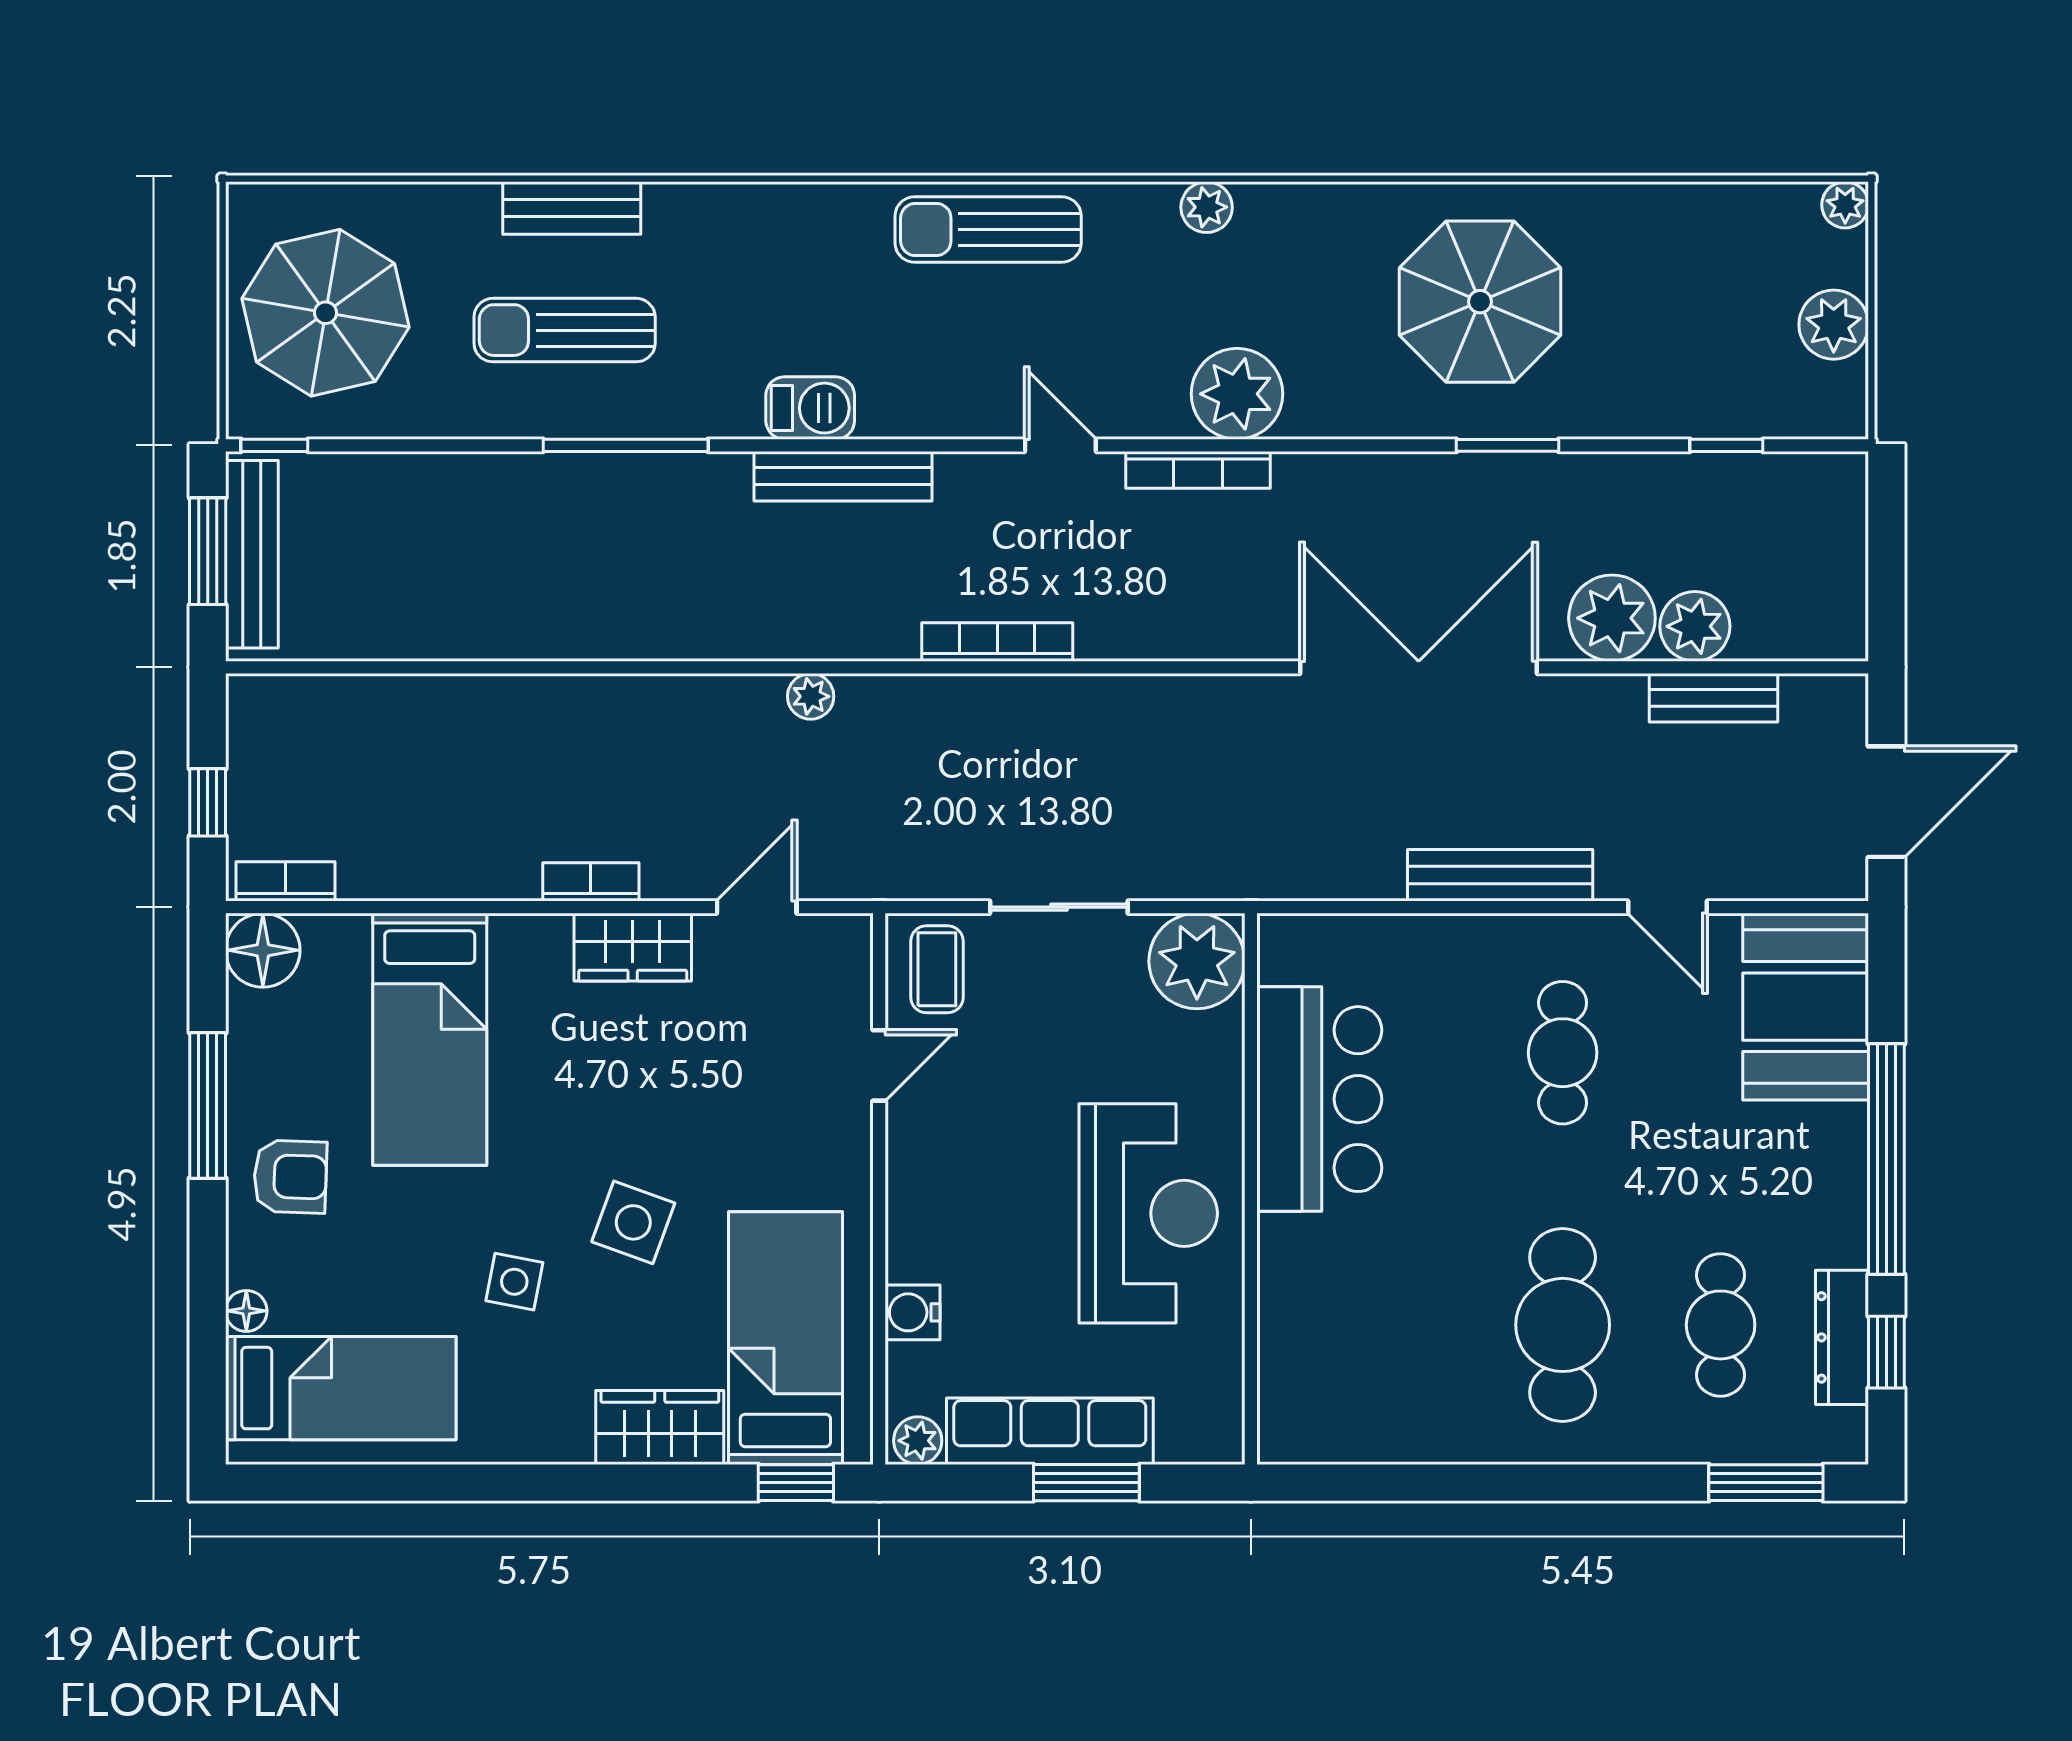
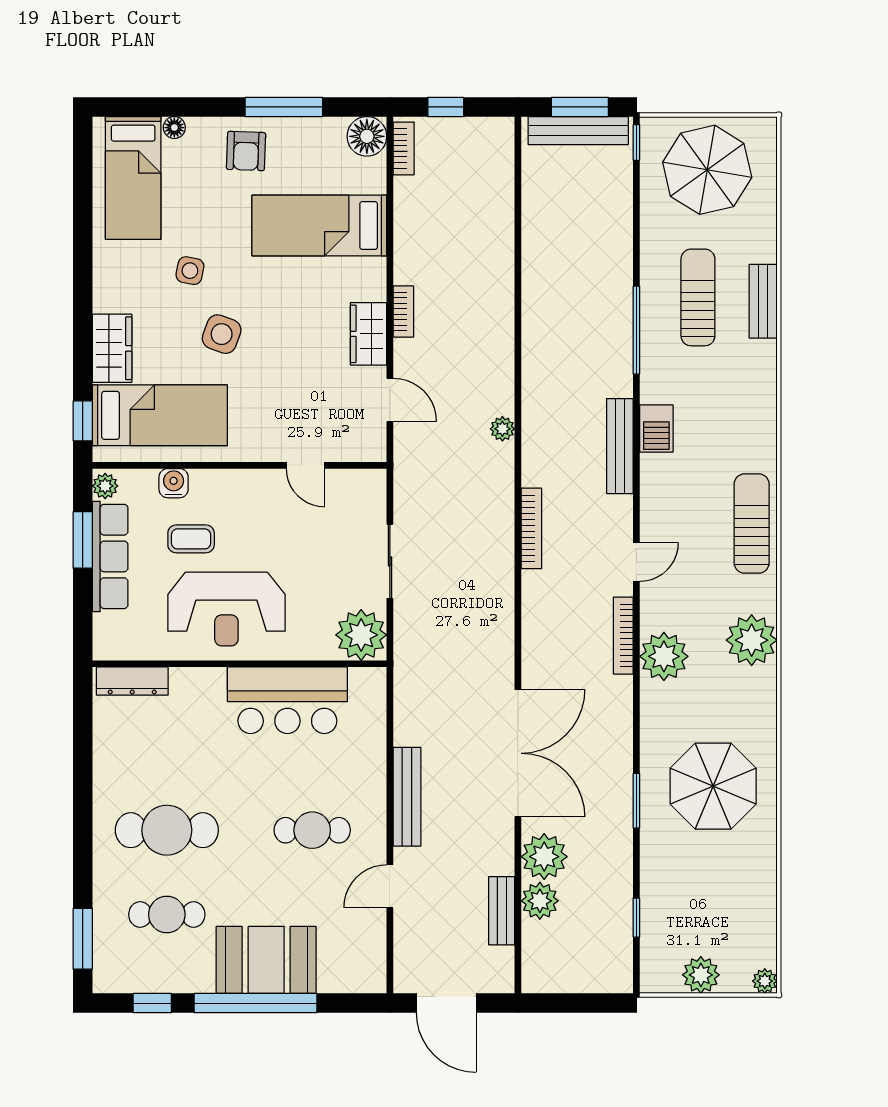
plant: (1207, 207) -> (752, 640), width x1.88, depth x1.88
coffee table: (937, 969) -> (191, 539), moved
booth: (1806, 1007) -> (266, 960), moved
dresser: (1842, 1337) -> (132, 681), moved, turned 180
window: (1086, 1483) -> (83, 540), moved

